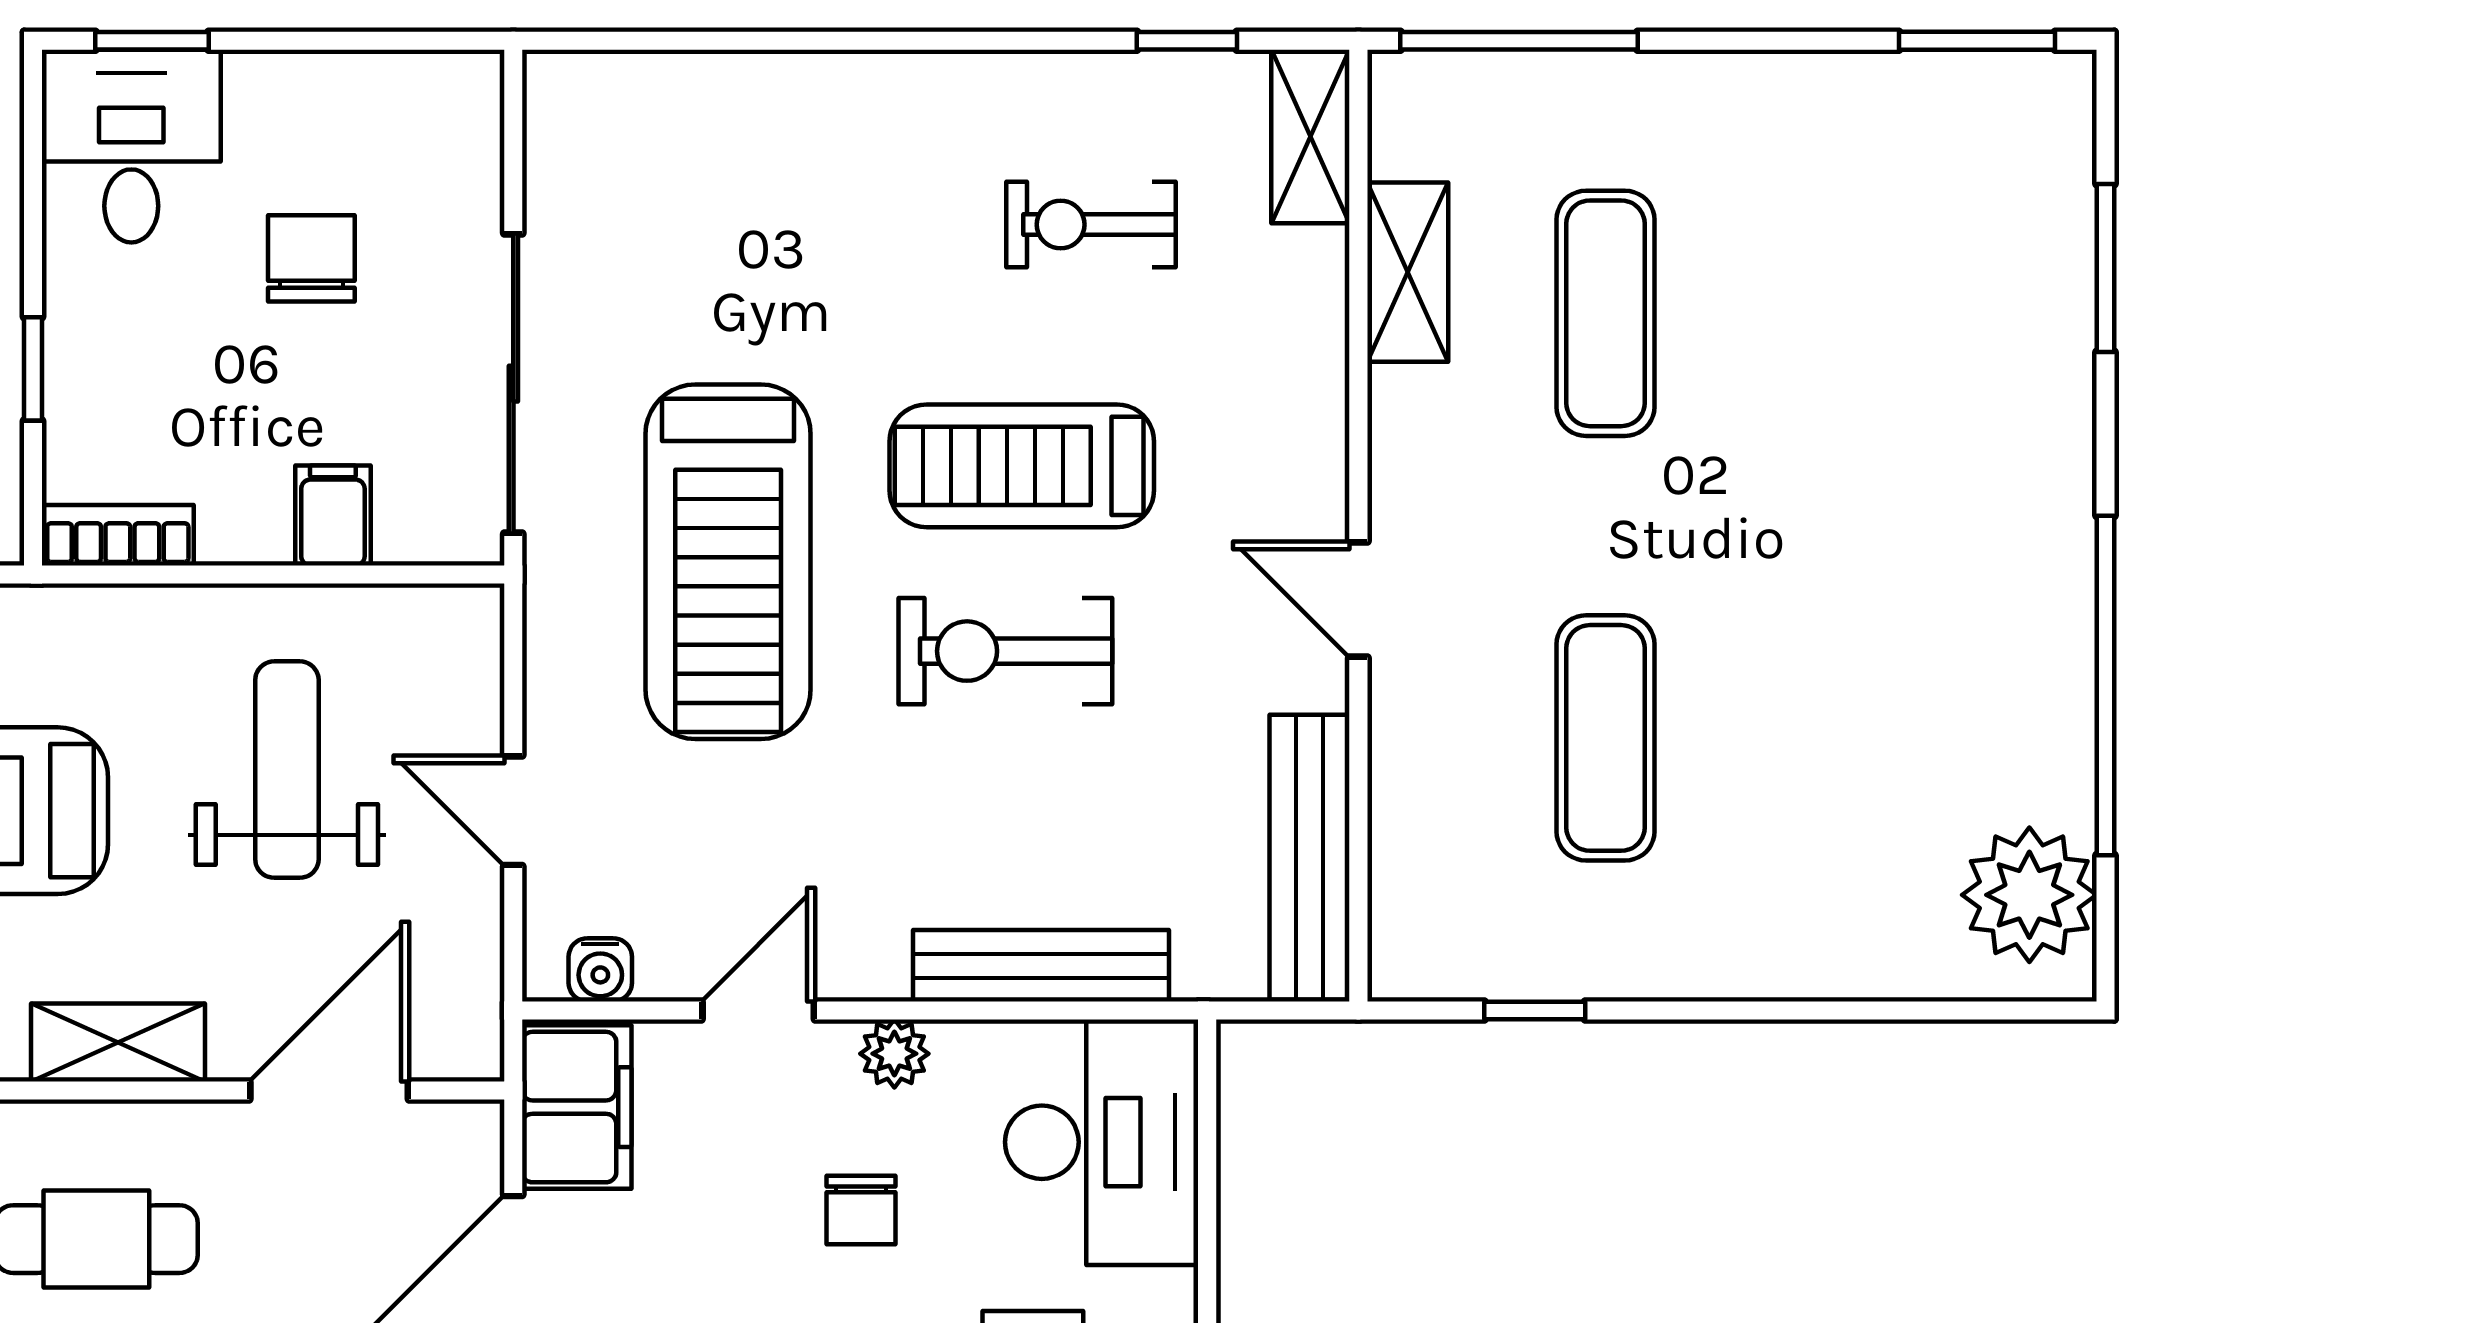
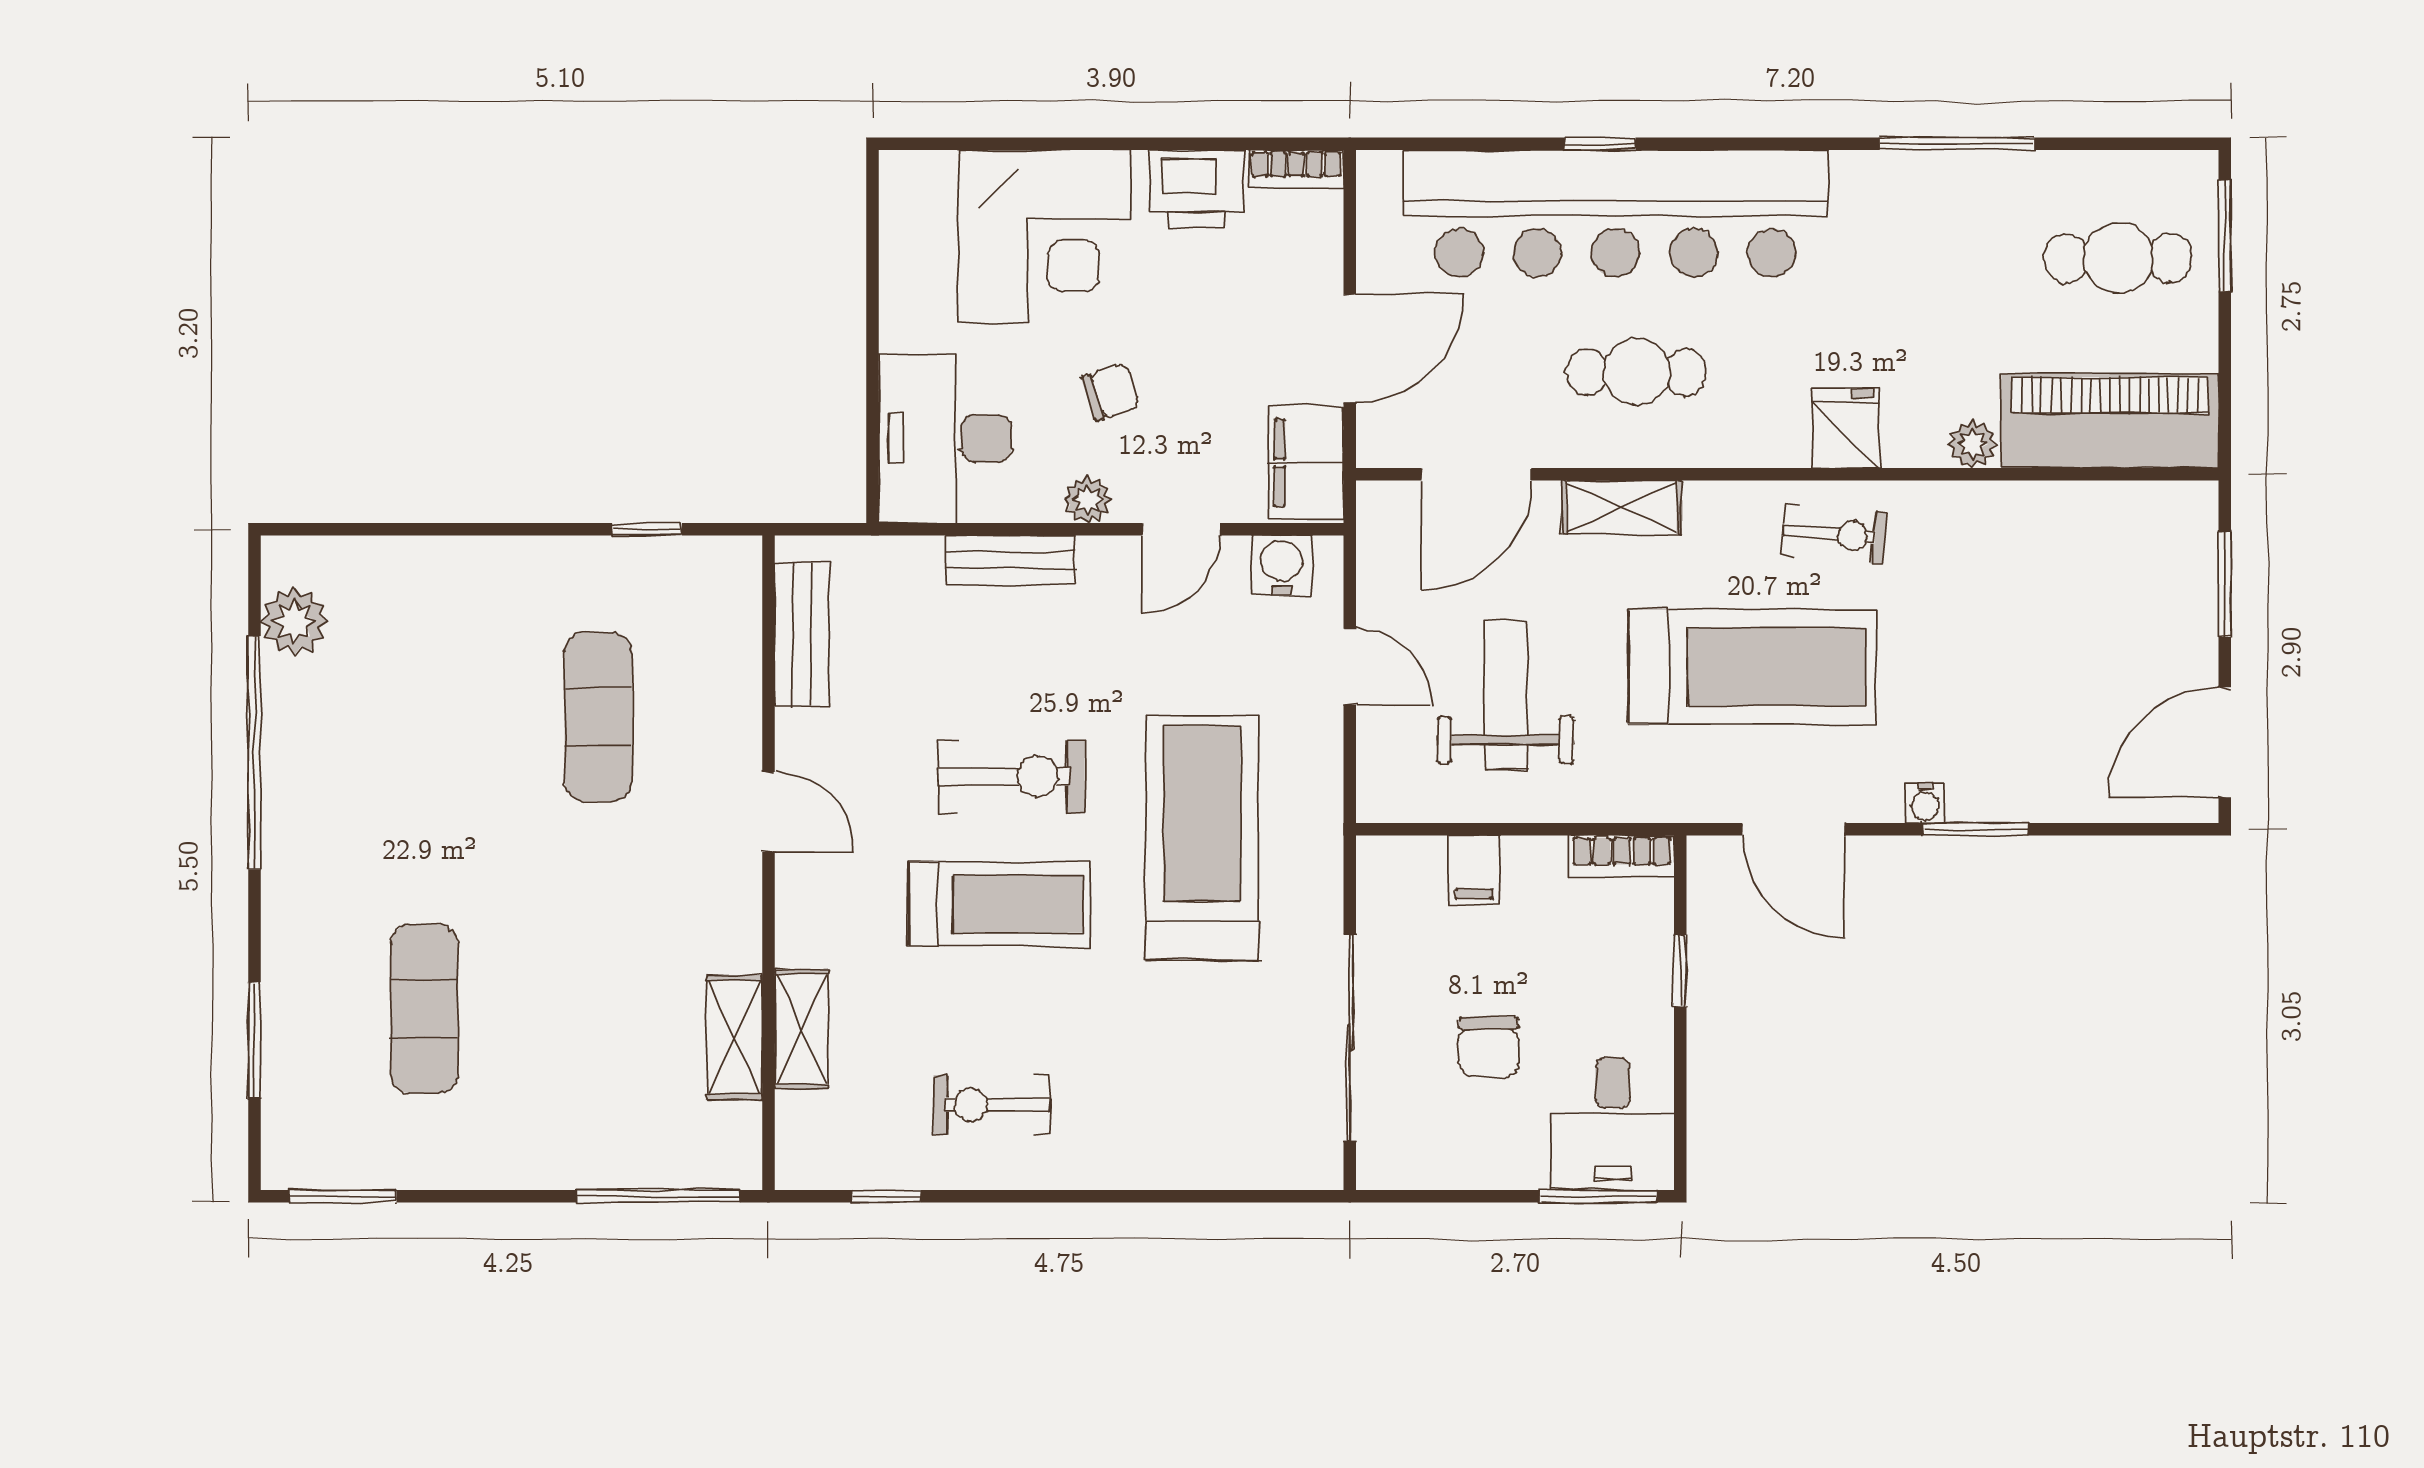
window: (152, 41) -> (1598, 1196), width x1.50
shelving: (1310, 137) -> (801, 1029), moved
exercise bike: (1091, 225) -> (992, 1105), moved, turned 180
exercise mat: (1606, 313) -> (424, 1009), moved
sliding door: (513, 384) -> (1350, 1038), moved
weight bench: (287, 770) -> (1505, 695), turned 180
bench: (1310, 857) -> (802, 635), width x0.73
plant: (2029, 895) -> (294, 621), width x0.73, depth x0.73
bench: (1041, 966) -> (1010, 560), width x0.73
water cooler: (600, 970) -> (1282, 566), width x1.38, depth x1.38
chair: (861, 1210) -> (1111, 392), turned 72

